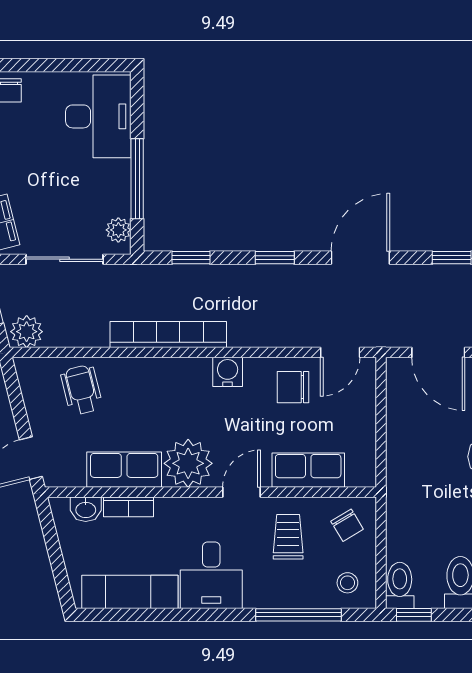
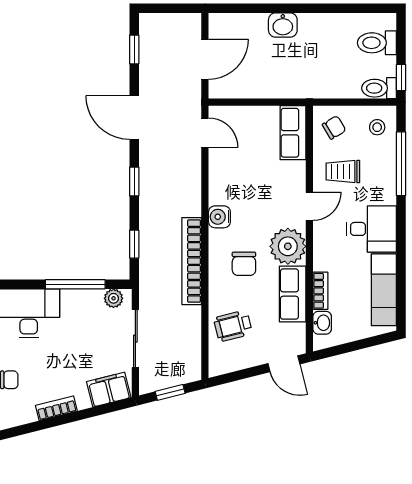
plant: (27, 332) -> (189, 367), removed
chair: (293, 387) -> (244, 264), moved
row of seats: (308, 470) -> (293, 133), moved
door: (241, 492) -> (309, 206), swing flipped

